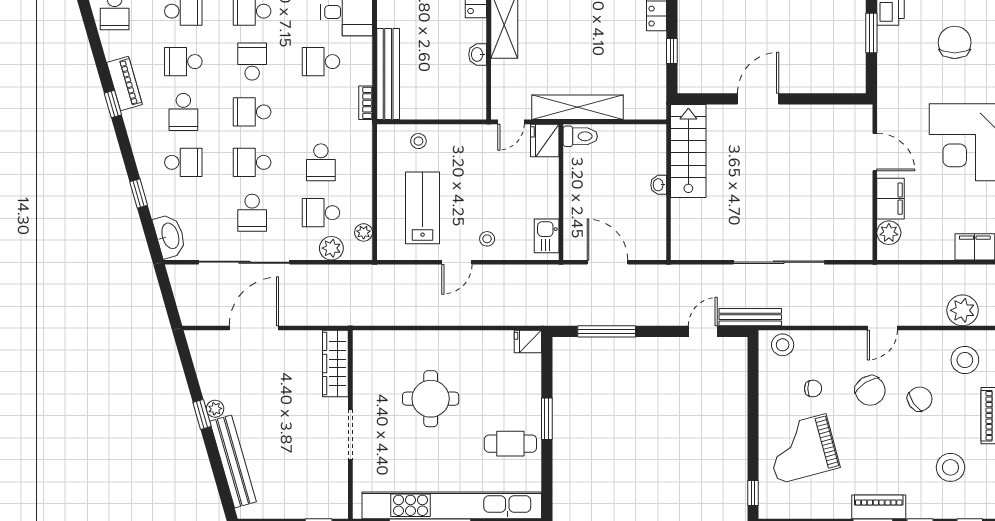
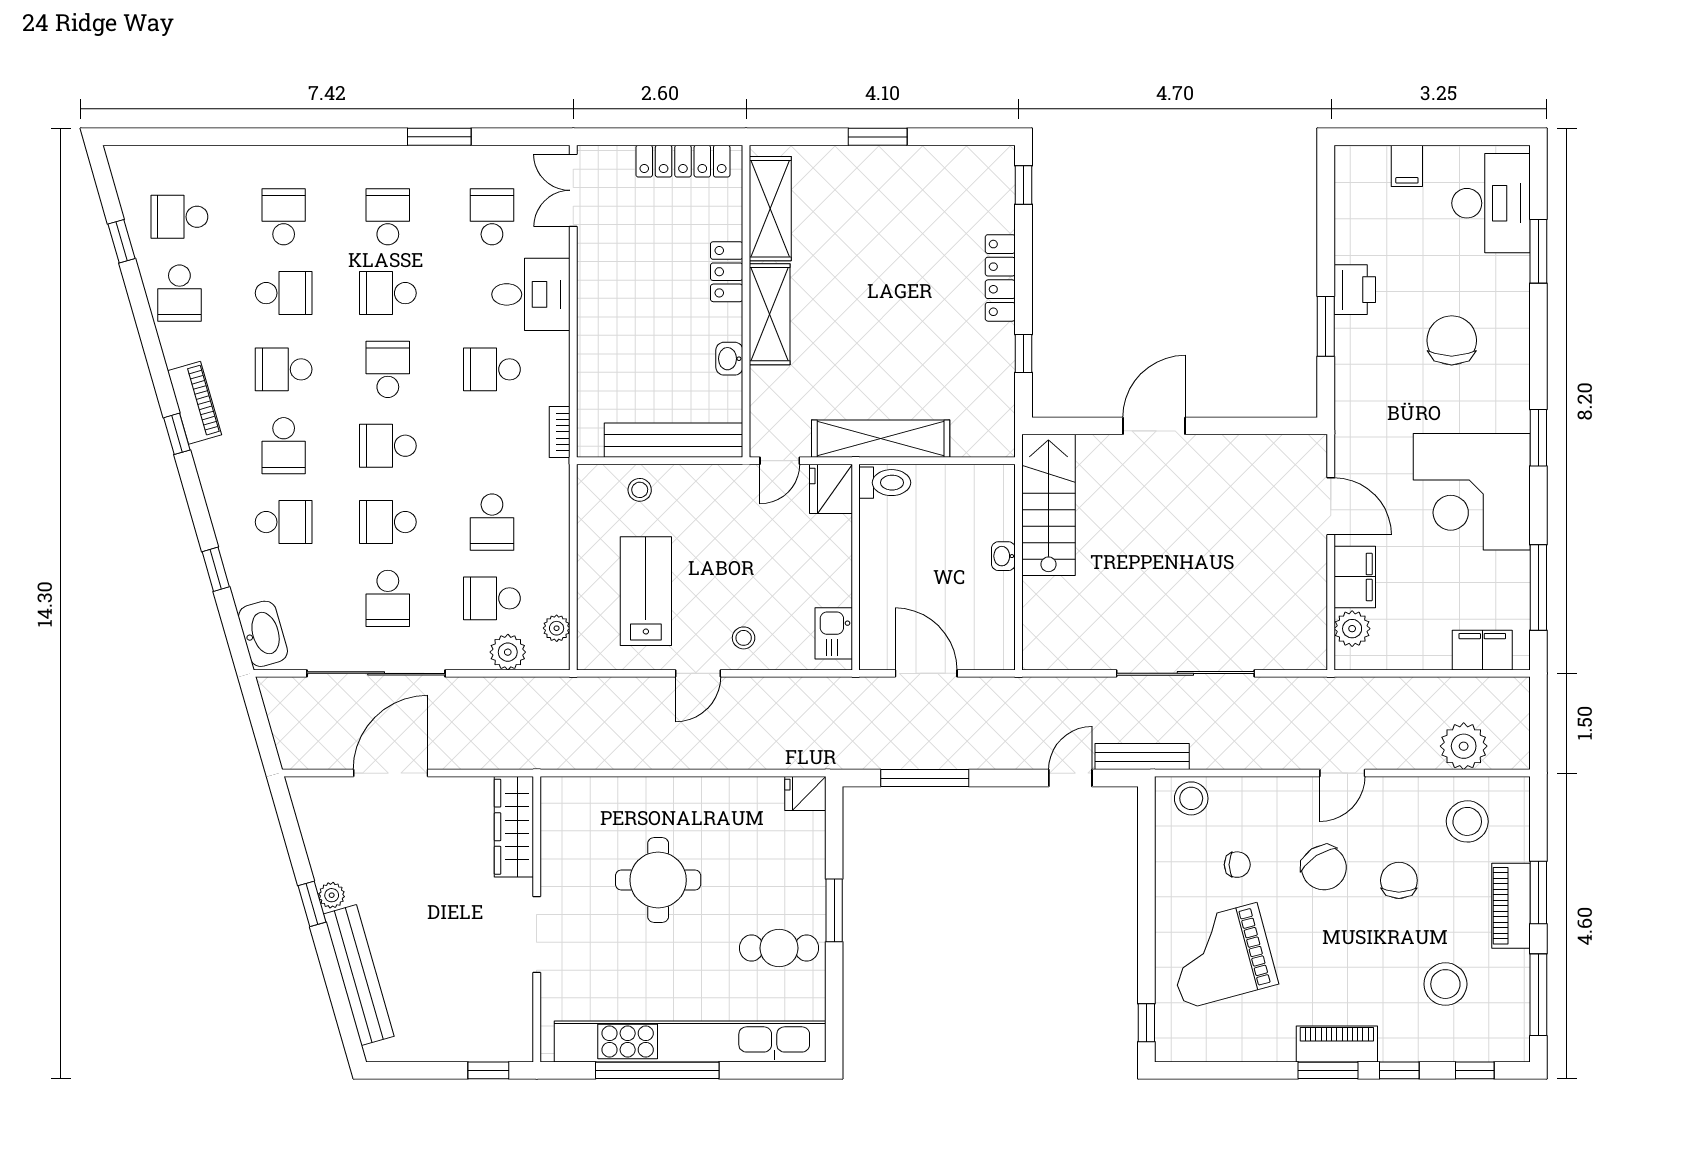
bench: (388, 74) -> (674, 440), moved, turned 90
chair: (920, 399) -> (1399, 880), turned -55

